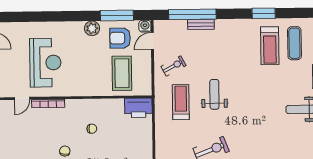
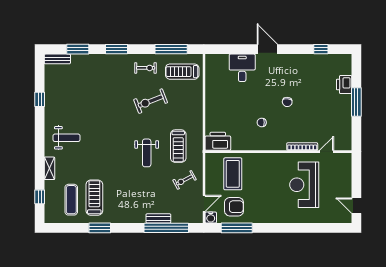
plant: (92, 28) -> (260, 216), removed

